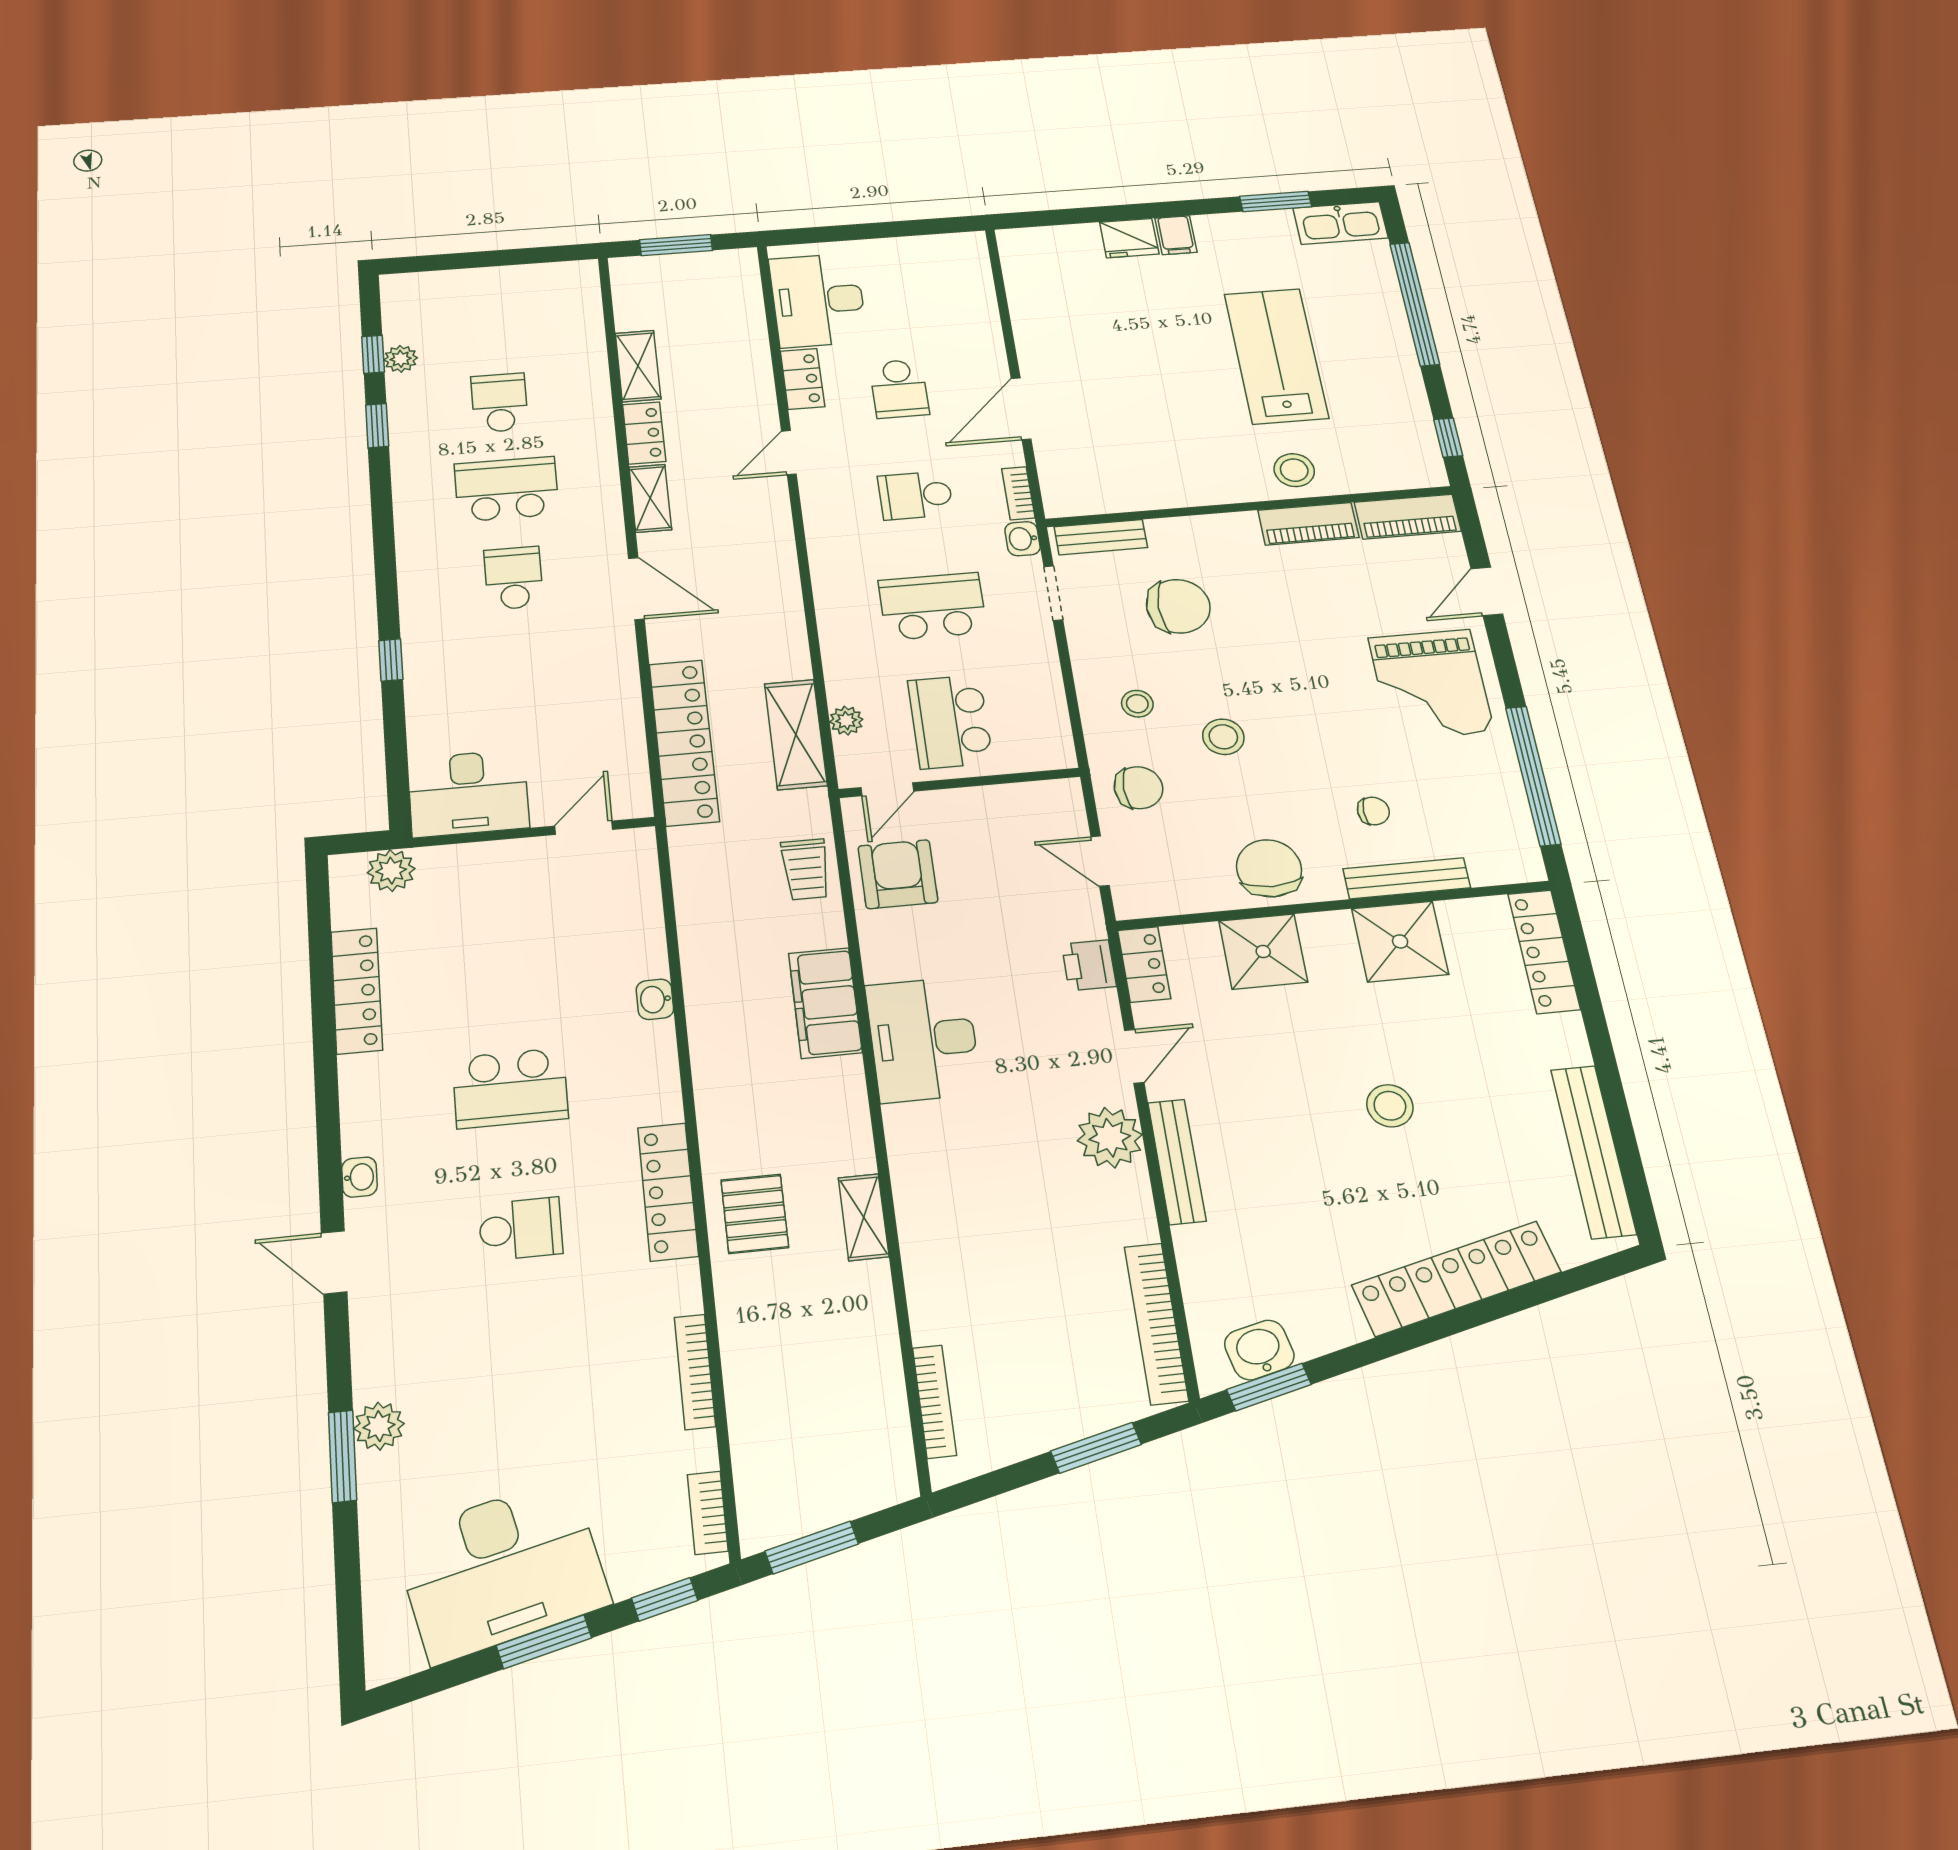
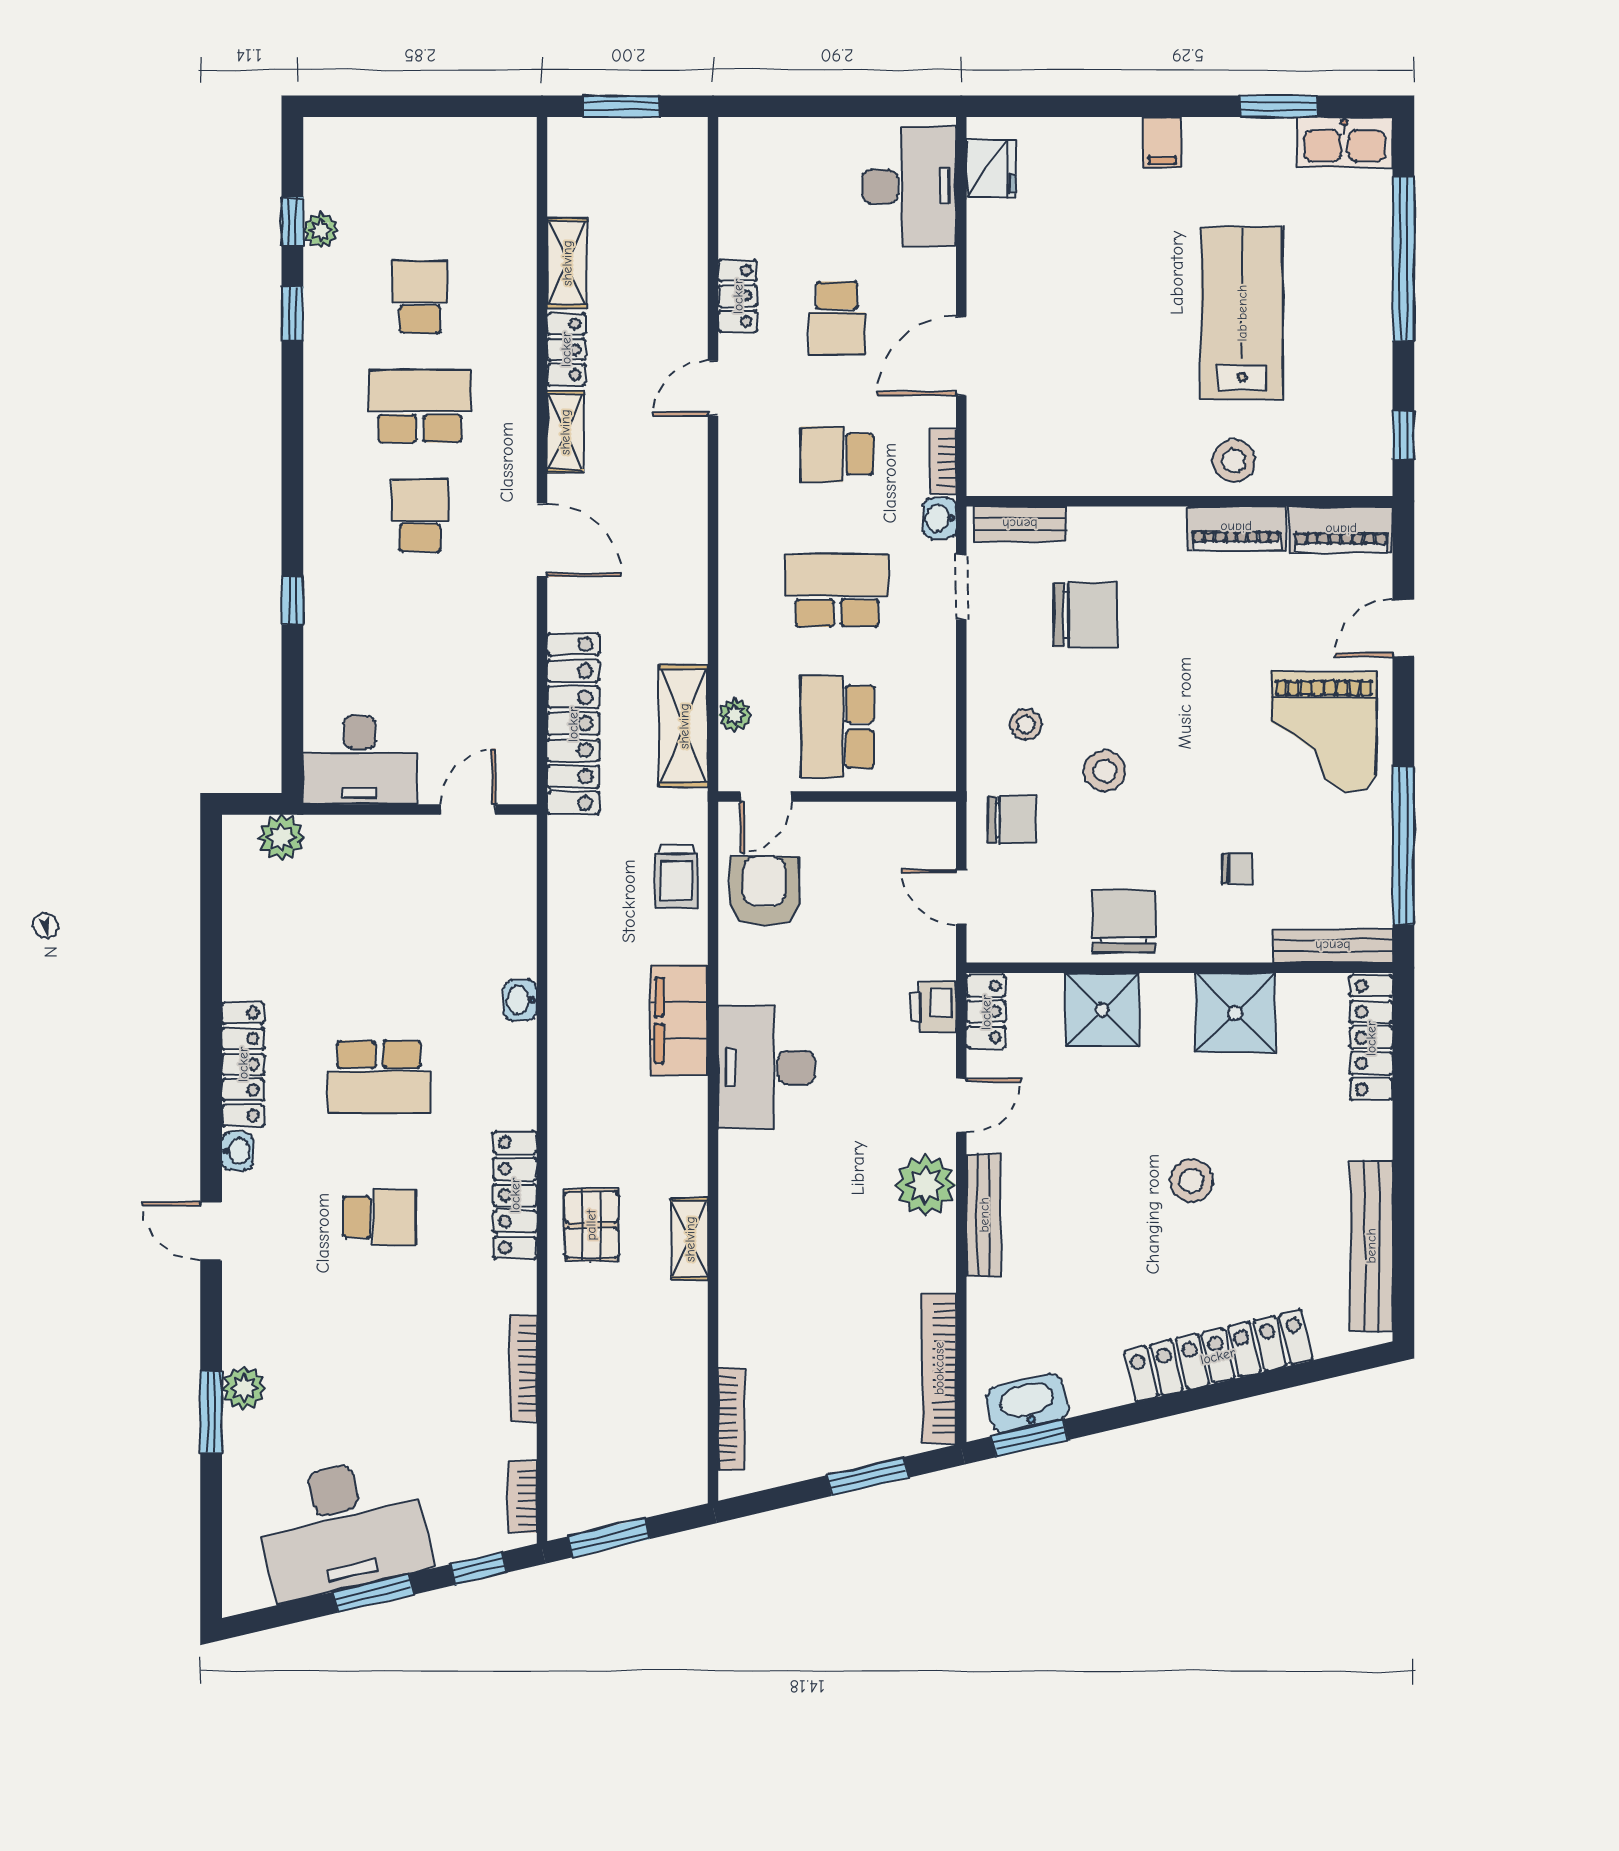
fridge: (1129, 238) -> (991, 169), moved, turned -90
desk: (818, 300) -> (909, 186), moved, turned 180
bench: (1407, 878) -> (1333, 946), moved
locker: (357, 991) -> (243, 1064), moved
washbasin: (1259, 1350) -> (1027, 1403), width x1.38

